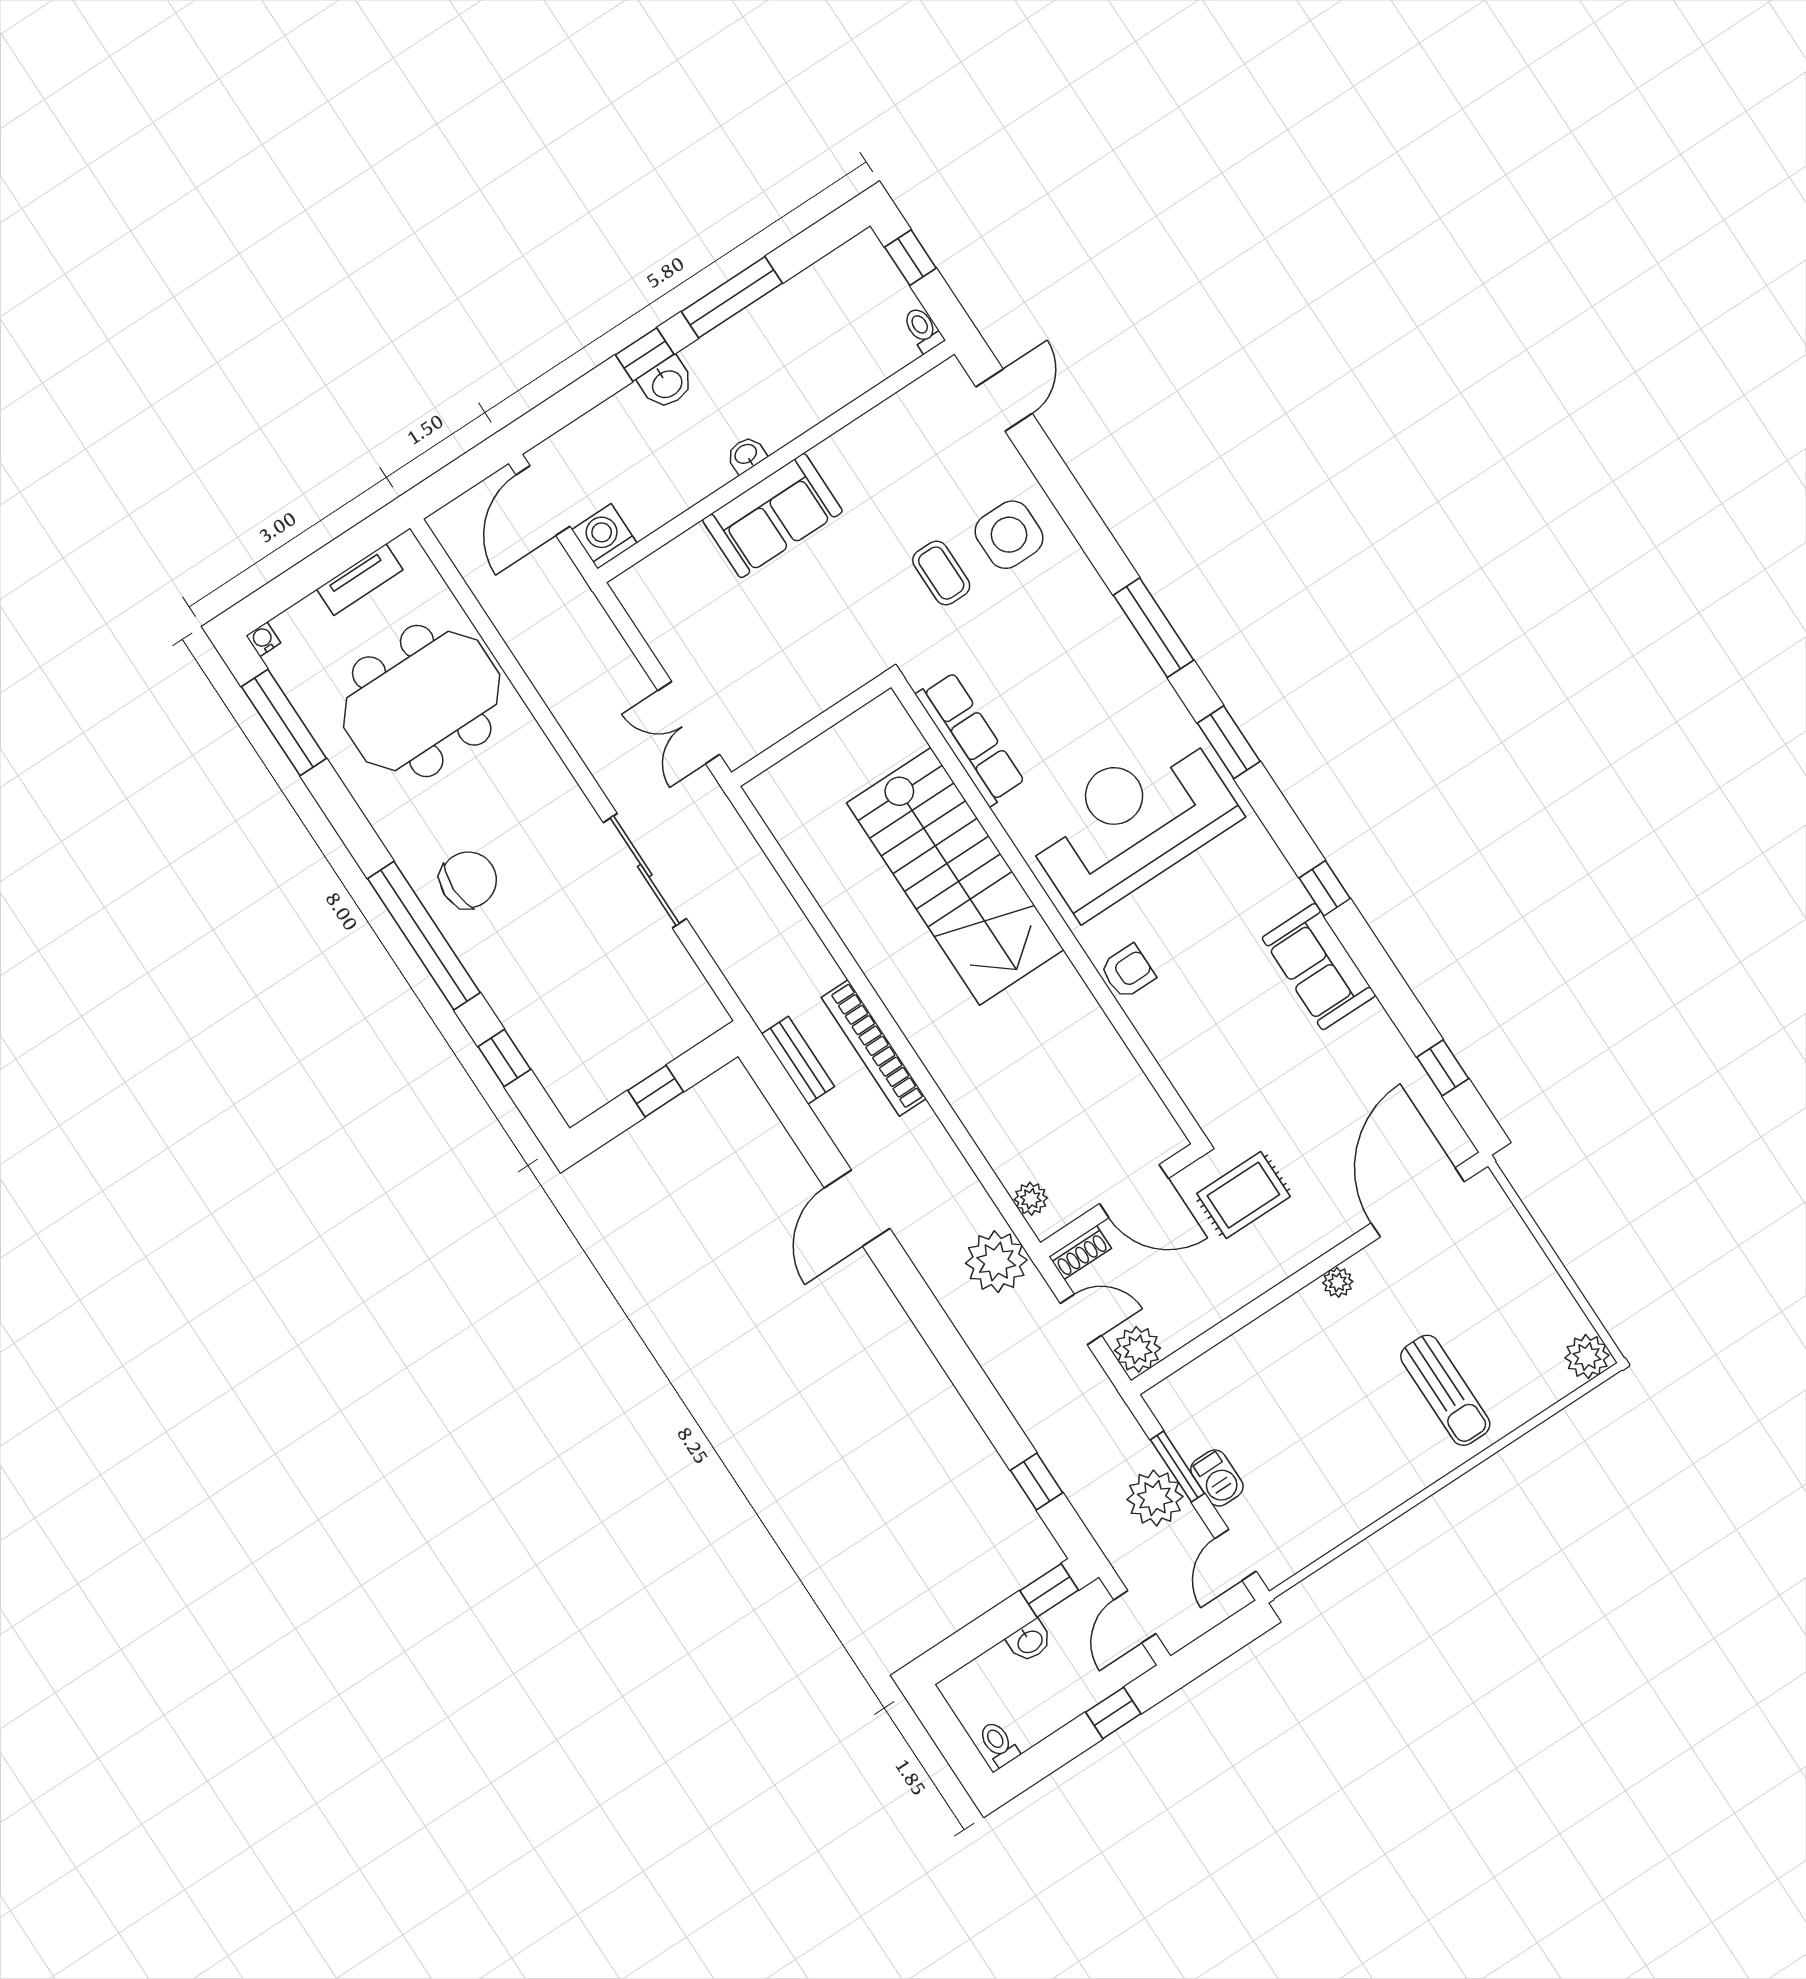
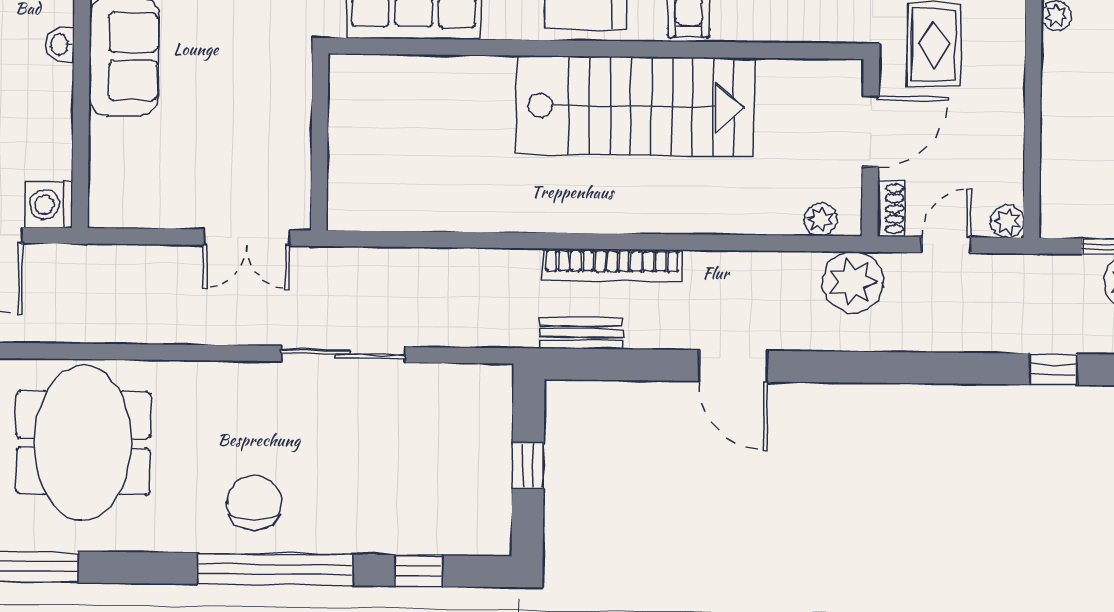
stairs: (955, 876) -> (635, 106), moved
plant: (1137, 1349) -> (1007, 221), width x0.73, depth x0.73

